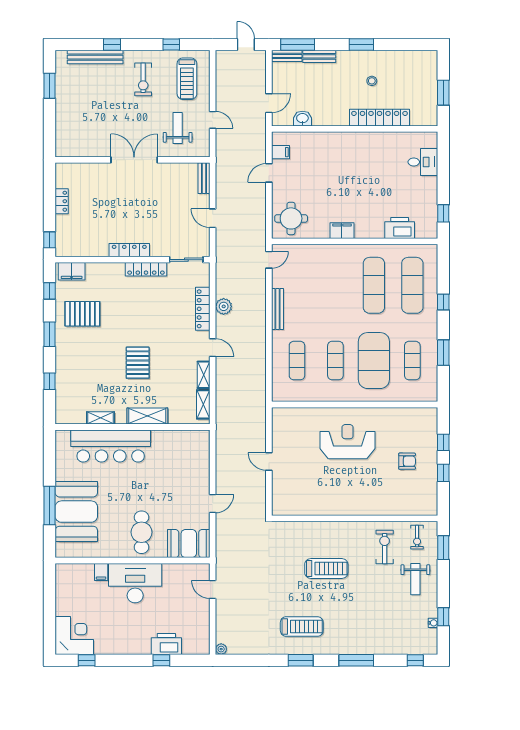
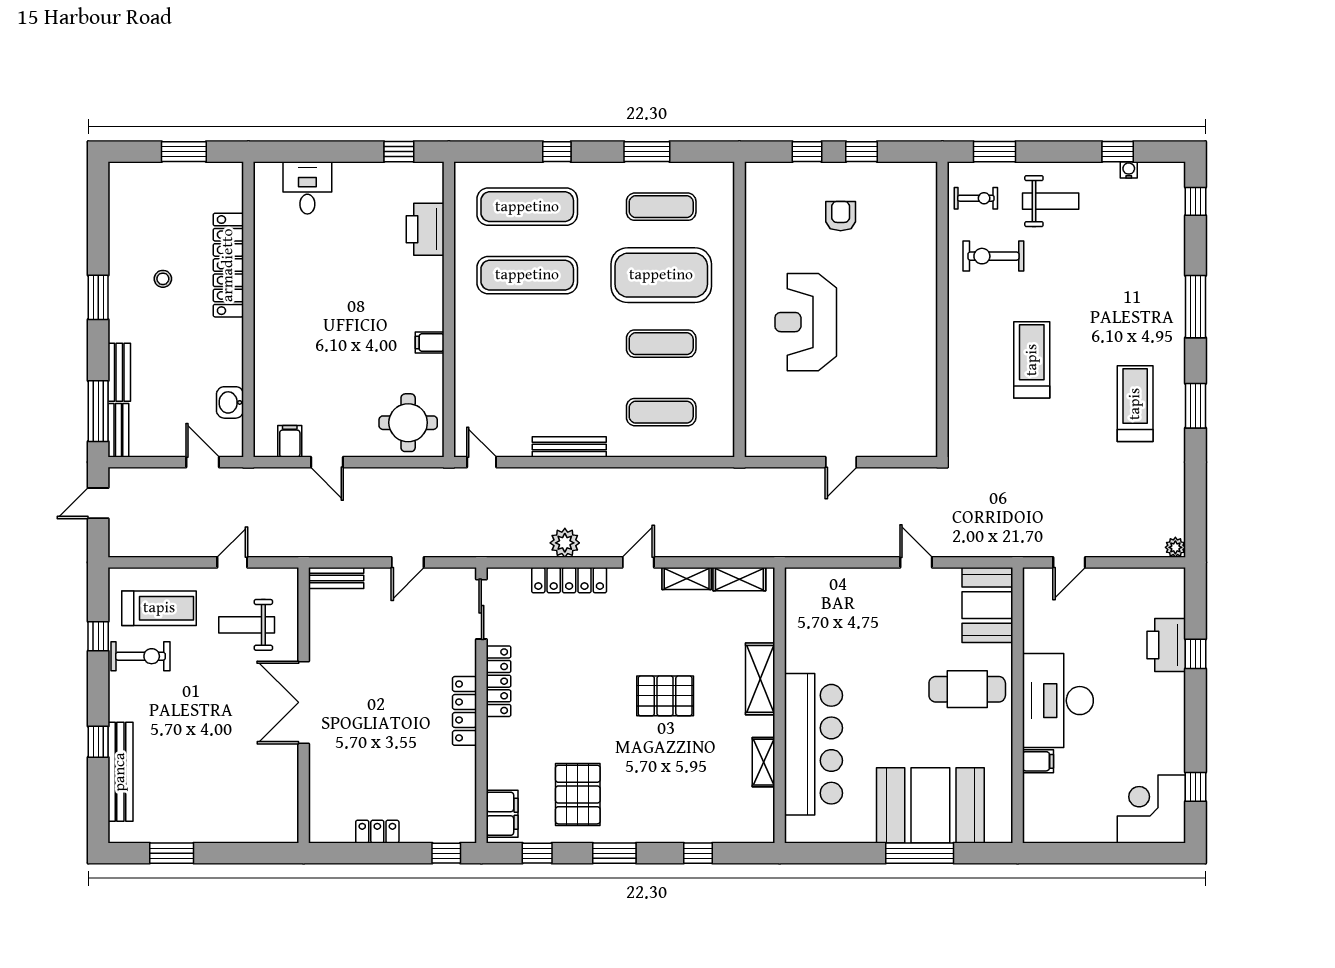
exercise bike: (143, 79) -> (140, 656), moved
filing cabinet: (342, 231) -> (430, 343), width x0.50

